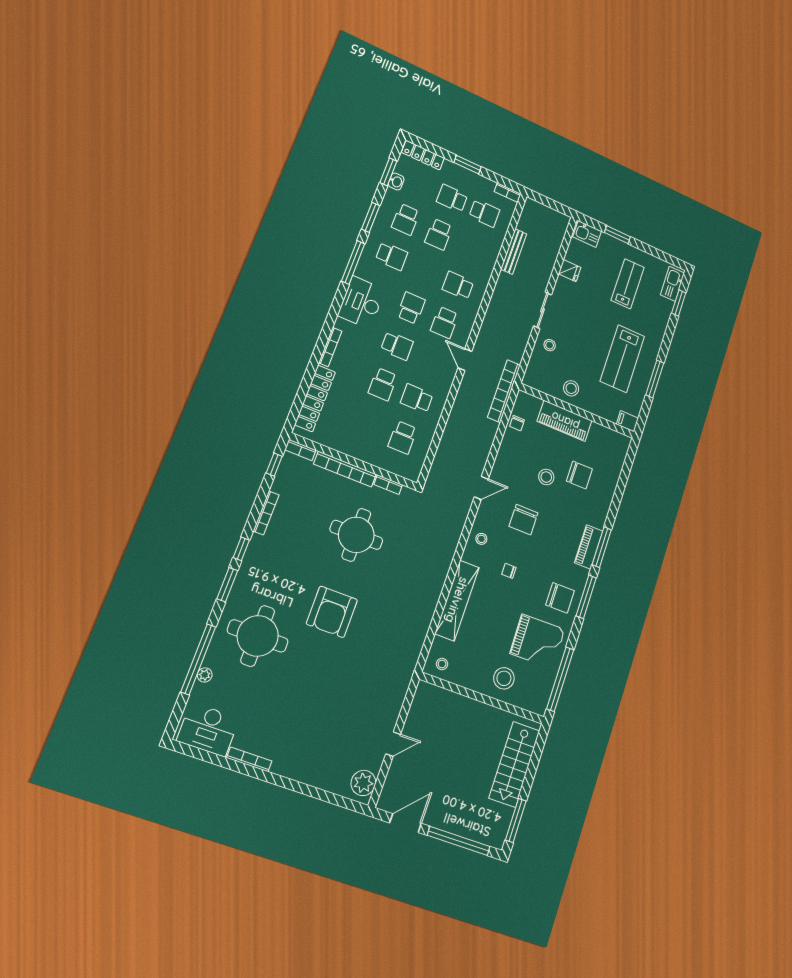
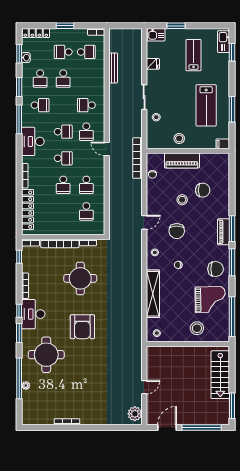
school desk: (411, 308) -> (63, 132), turned 90
school desk: (417, 398) -> (86, 185), turned -90
desk: (208, 729) -> (33, 314), moved, turned 90

